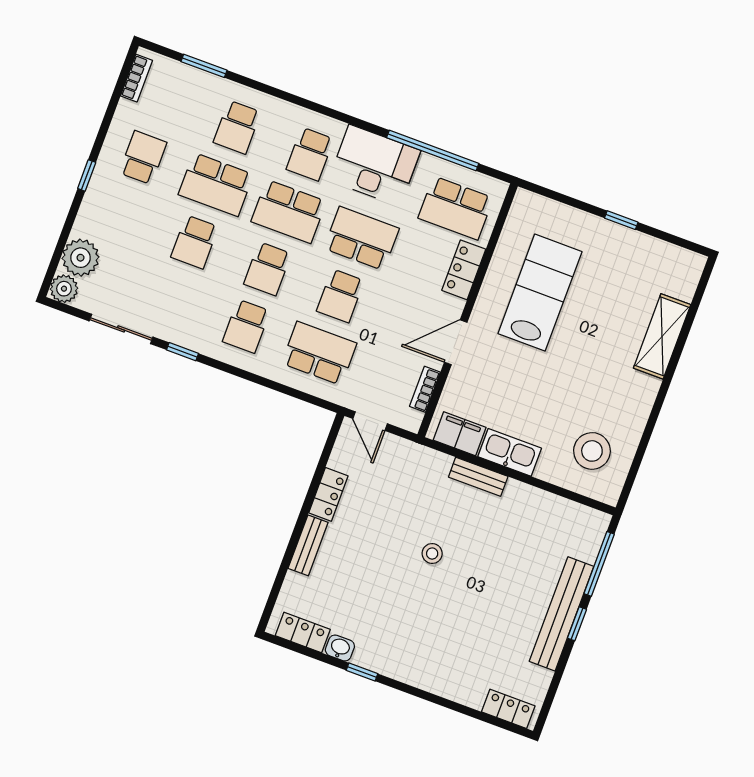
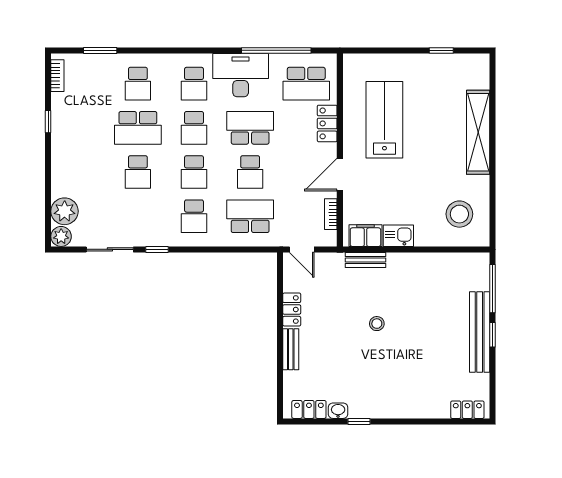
school desk: (143, 158) -> (82, 128), removed
window: (87, 175) -> (48, 122), moved
school desk: (289, 211) -> (194, 128), width x0.54
window: (621, 220) -> (441, 50), moved
shelving: (662, 336) -> (478, 132), width x1.47
kitchen sink: (510, 452) -> (398, 236), width x0.73
bench: (478, 477) -> (365, 260), moved

